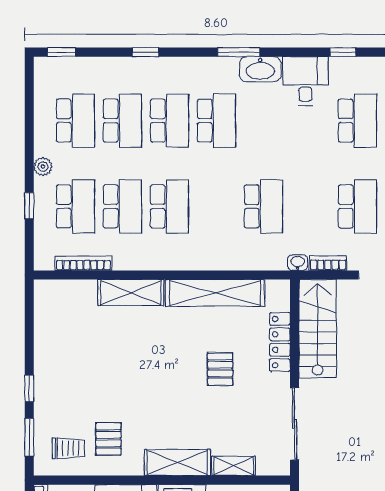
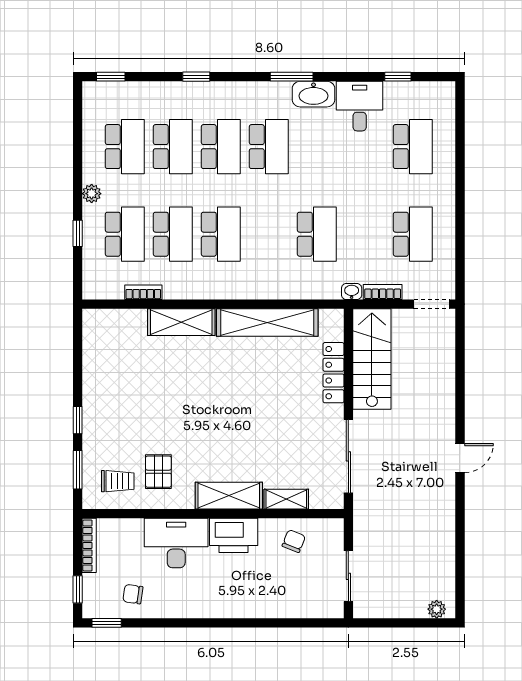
bookcase: (83, 263) -> (143, 292), width x0.64
pallet: (220, 369) -> (273, 400), removed

